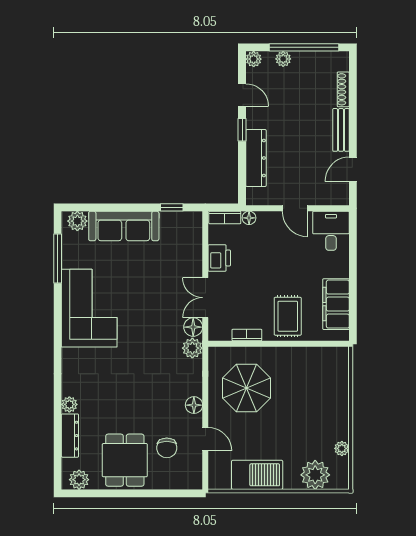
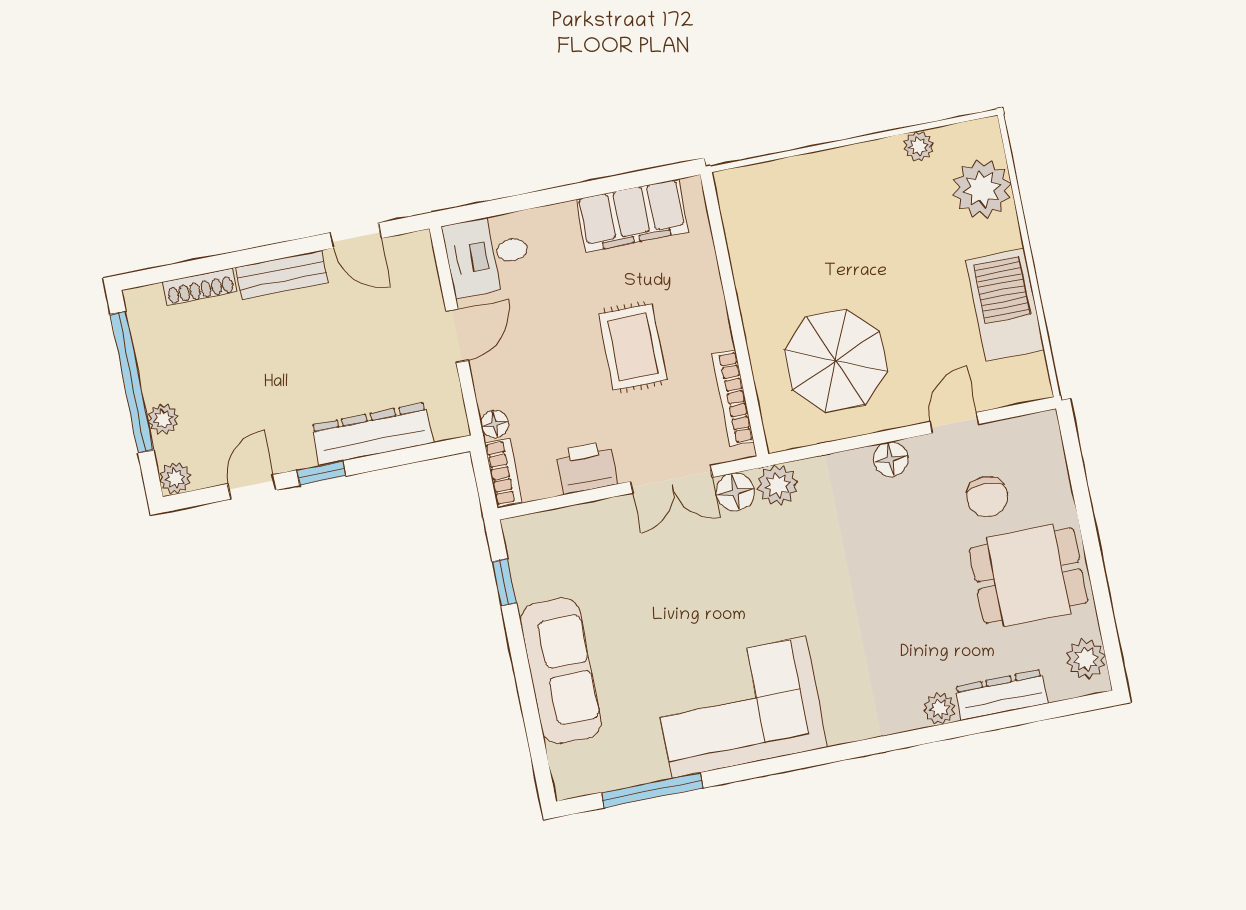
plant: (77, 221) -> (569, 766), removed
rug: (288, 316) -> (633, 347), moved, turned 90
bookcase: (247, 335) -> (733, 398), width x1.56
chair: (167, 448) -> (987, 496), turned 90

